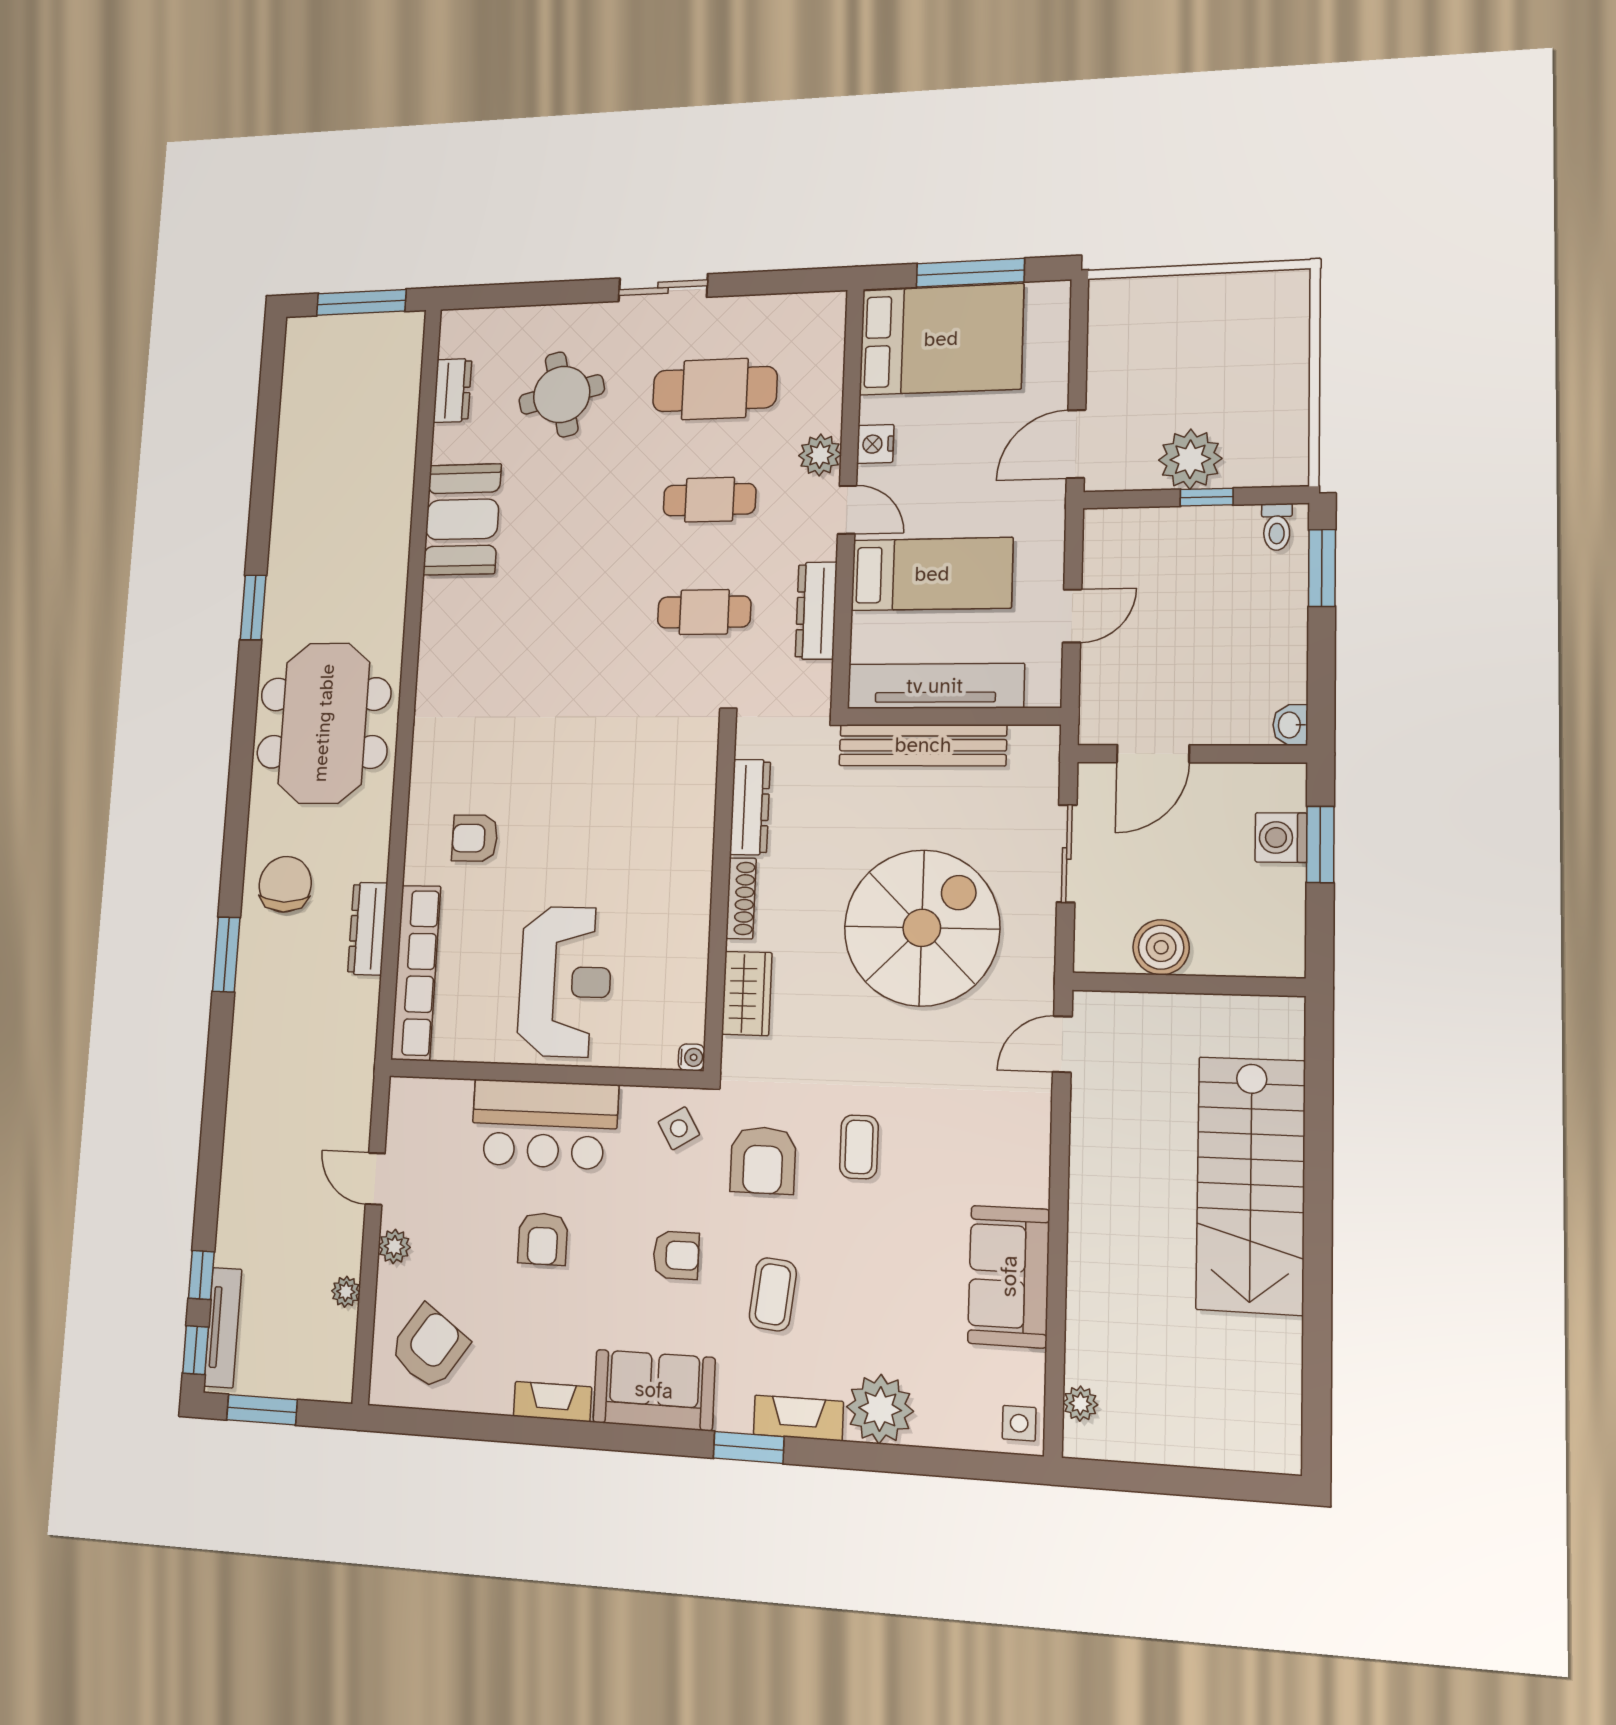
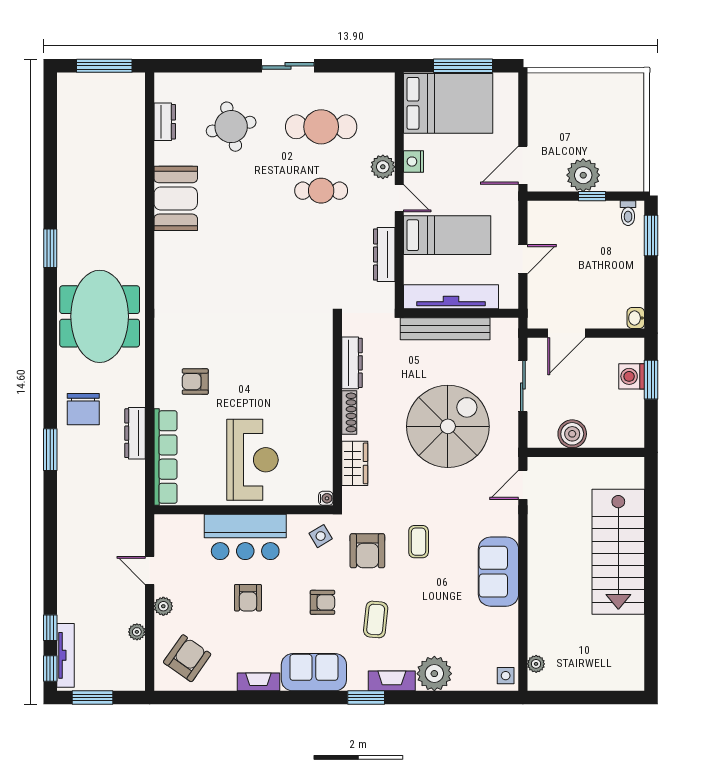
cafe table: (704, 612) -> (321, 254), removed
chair: (285, 884) -> (83, 409), turned 180
sofa: (1009, 1276) -> (498, 572), moved

